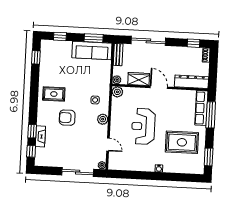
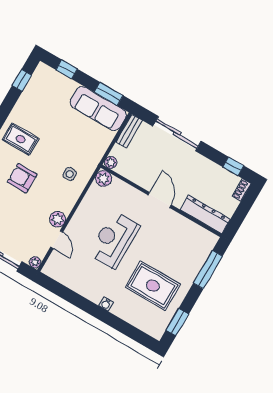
wardrobe: (139, 79) -> (139, 176), removed
row of seats: (201, 108) -> (200, 255), removed
plant: (103, 119) -> (58, 219), moved

